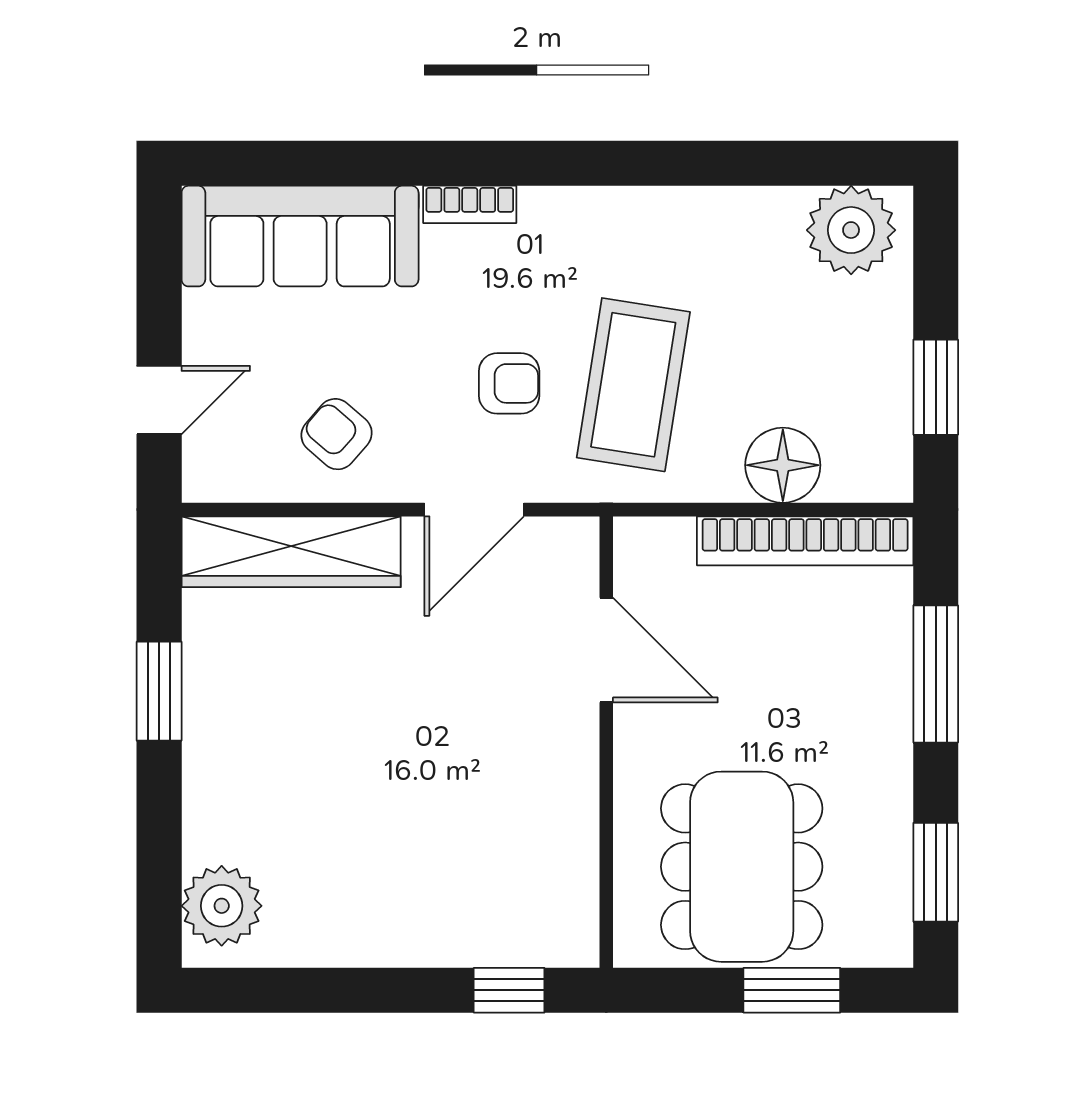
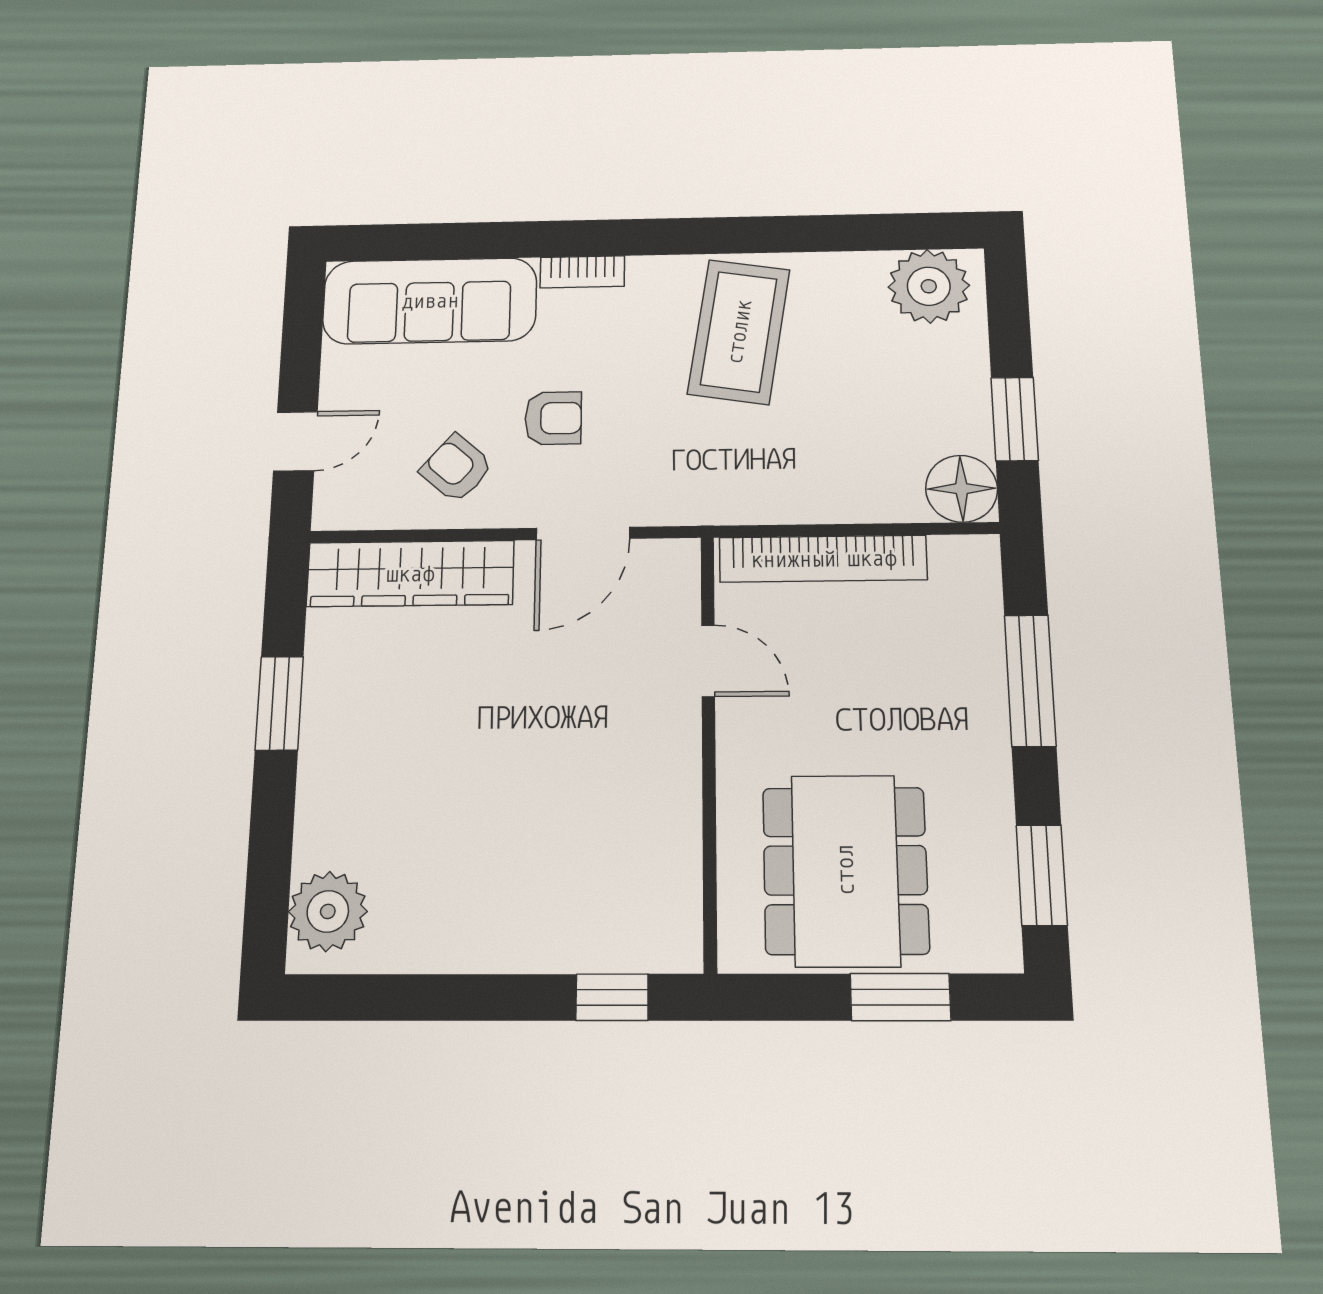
armchair: (509, 383) -> (553, 418), moved
coffee table: (633, 385) -> (739, 332), moved
floor lamp: (783, 465) -> (962, 489), moved
bookcase: (805, 541) -> (823, 559), moved
door: (606, 650) -> (708, 661), width x0.73

